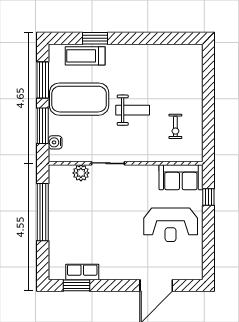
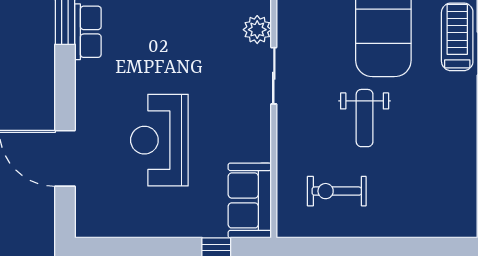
exercise bike: (175, 126) -> (337, 191), width x1.38, depth x1.39
reception desk: (171, 225) -> (159, 140), moved

